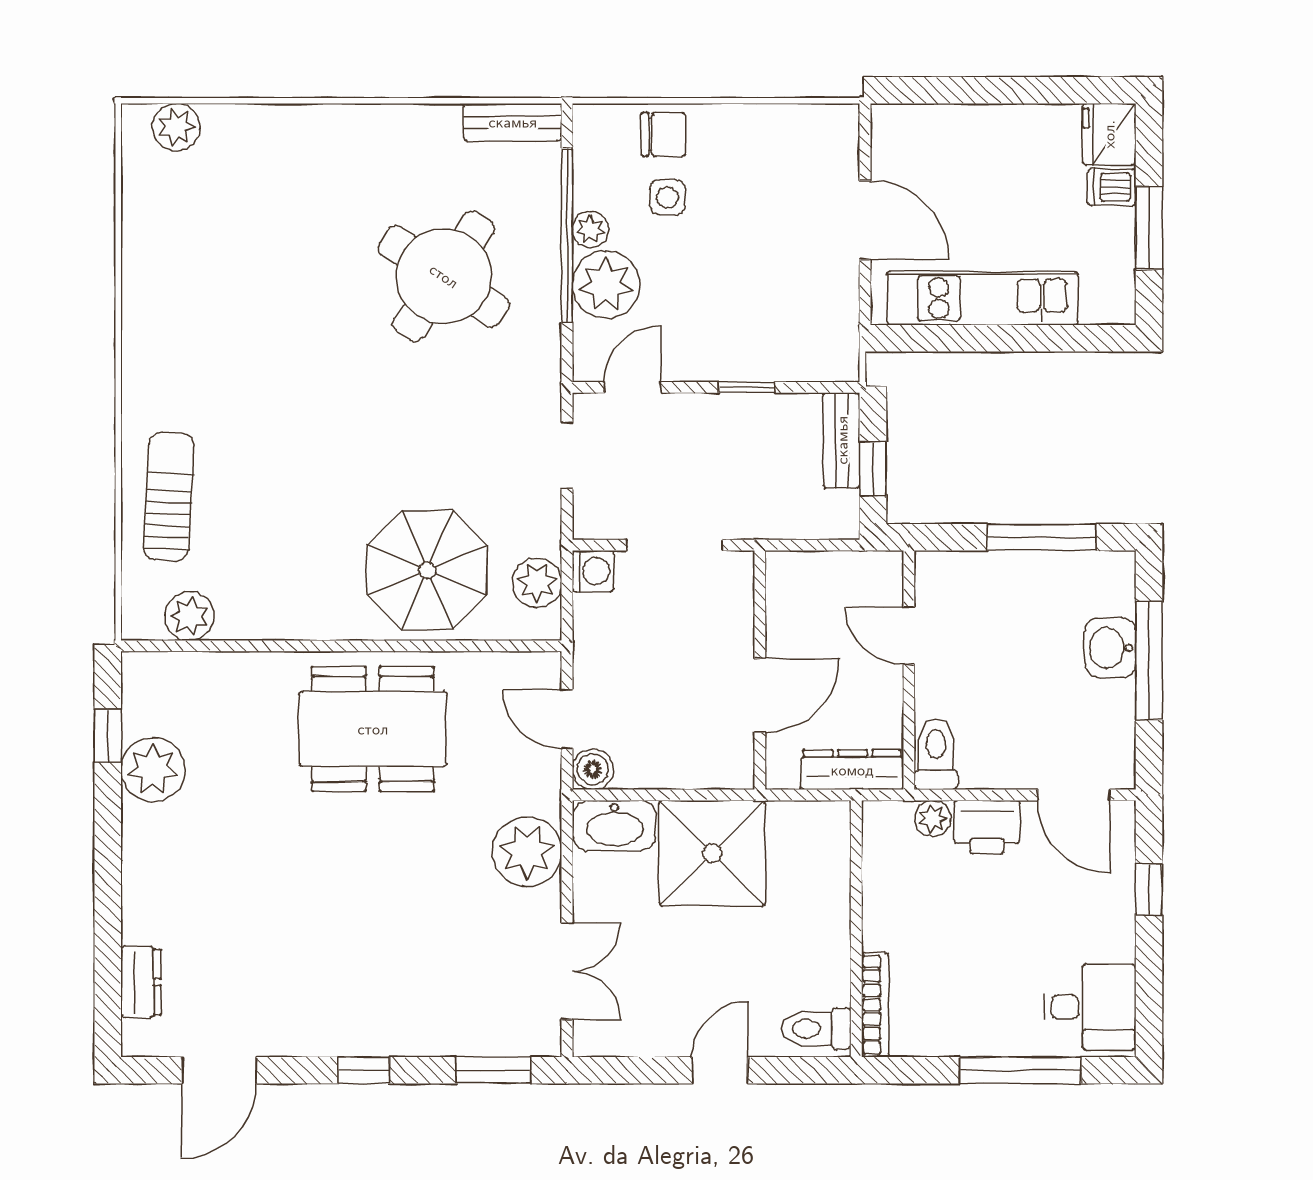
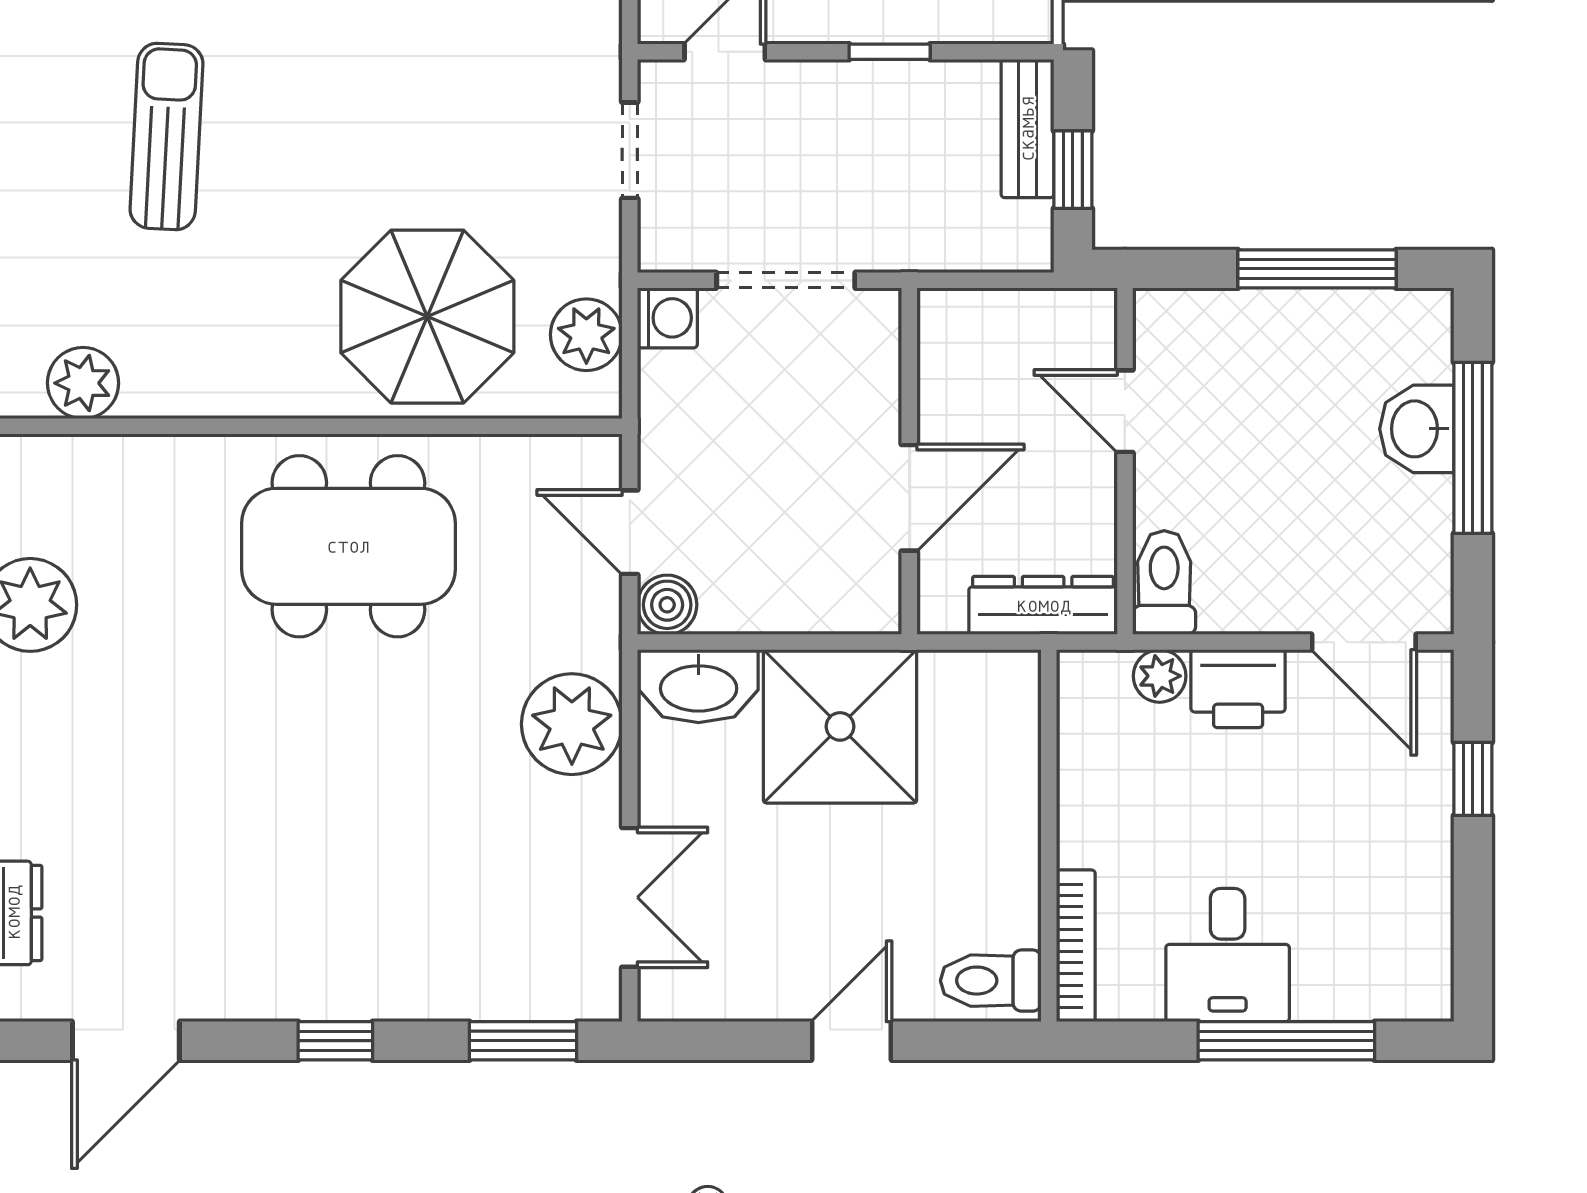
sun lounger: (169, 496) -> (166, 136), moved
desk: (1090, 1007) -> (1228, 955), moved, turned 90

